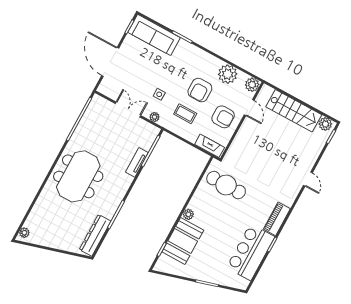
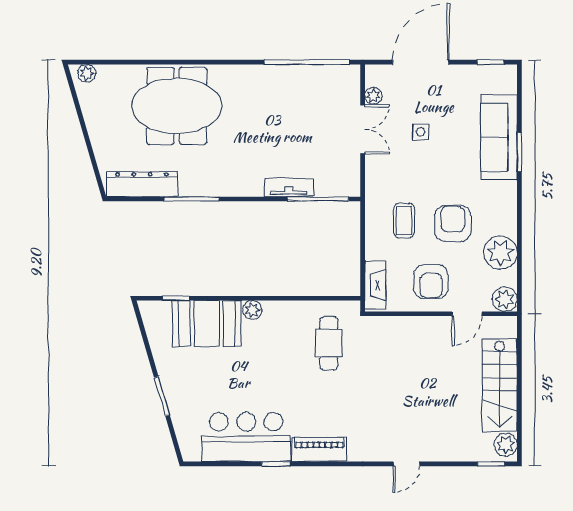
sofa: (154, 35) -> (499, 137), moved
armchair: (200, 90) -> (453, 223), turned 90
side table: (159, 94) -> (421, 132), moved
plant: (155, 117) -> (373, 96), moved
meeting table: (78, 176) -> (177, 106), moved
cafe table: (226, 185) -> (329, 343), width x0.73, depth x0.74

